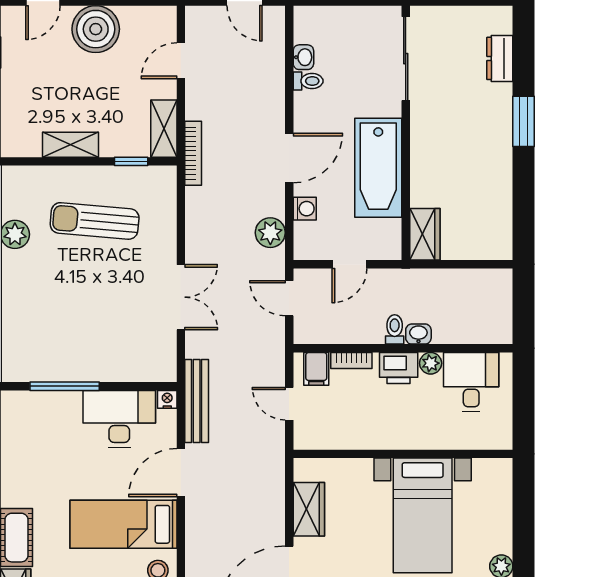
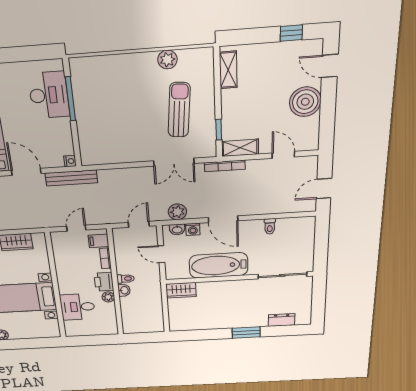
washbasin: (303, 57) -> (177, 230), moved
shelving: (71, 145) -> (228, 70), moved
double door: (181, 297) -> (174, 162), moved
desk: (471, 382) -> (78, 307), moved, turned 180
desk: (119, 419) -> (49, 95), moved

